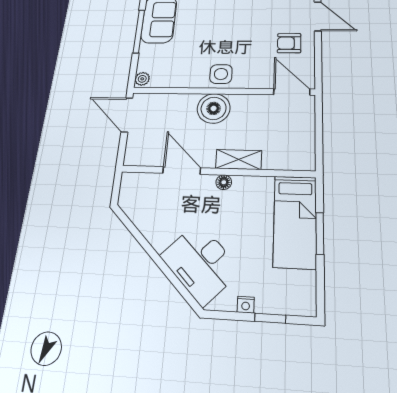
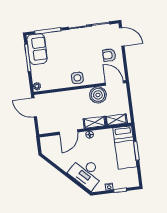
boiler: (214, 108) -> (98, 95), moved
shelving: (285, 161) -> (116, 120), added
door: (182, 171) -> (68, 132), swing flipped

